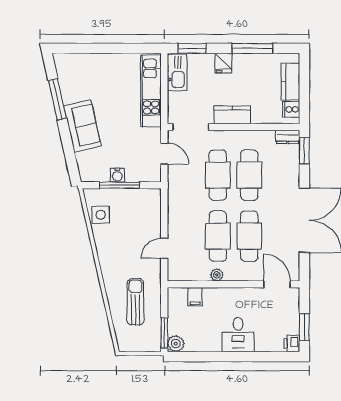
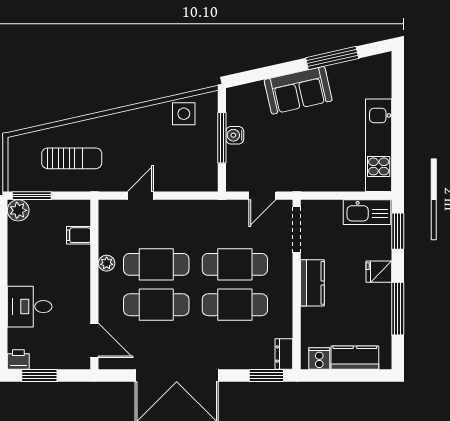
kitchen unit: (151, 91) -> (379, 145), moved, turned -90
door: (164, 248) -> (140, 196), hinge flipped
door: (277, 284) -> (94, 340), hinge flipped
desk: (238, 335) -> (30, 307), moved

